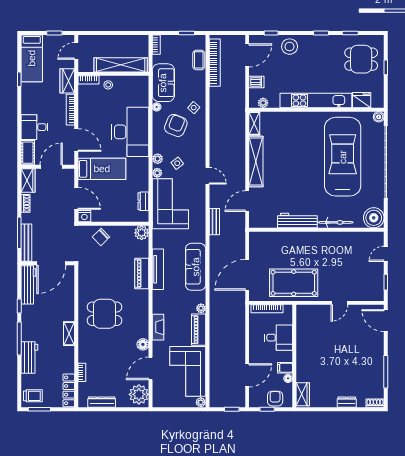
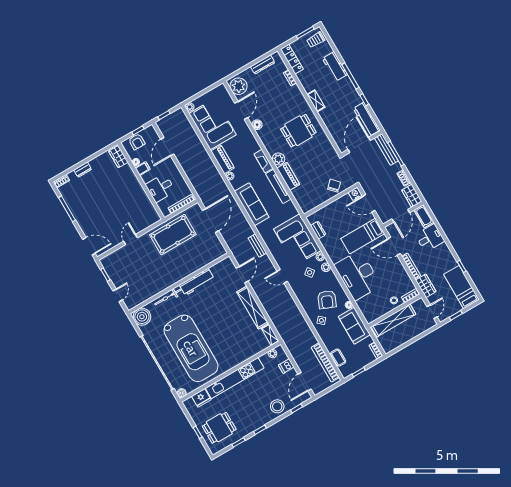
plant: (142, 233) -> (278, 159), moved
fireplace: (158, 327) -> (263, 161), moved

